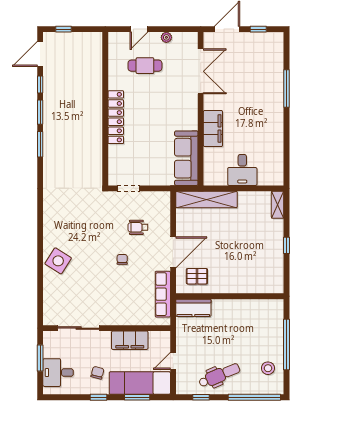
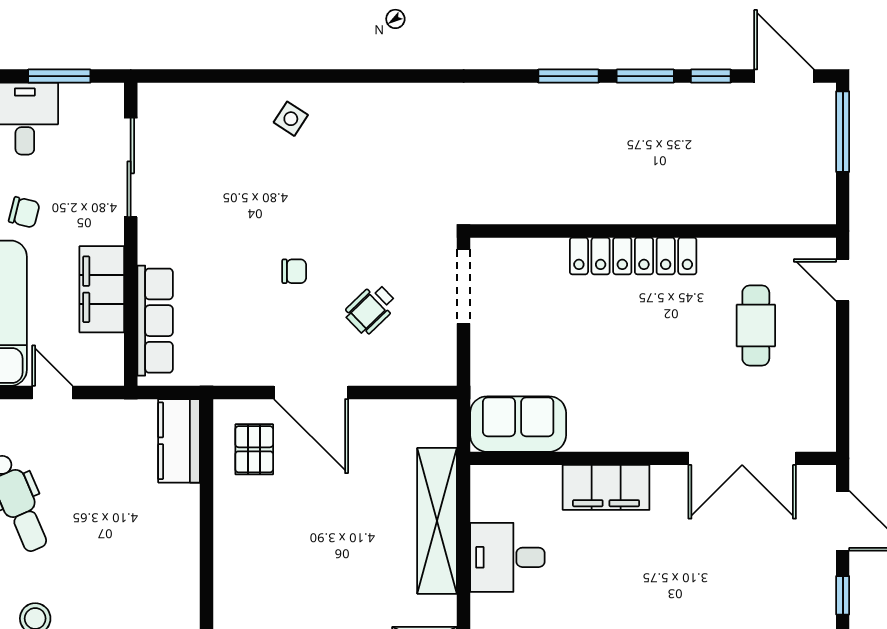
window: (64, 29) -> (843, 132), width x2.17
door: (139, 29) -> (843, 280), moved
plant: (166, 37) -> (823, 377), removed
sofa: (186, 158) -> (518, 424), width x0.73
doorway: (129, 188) -> (464, 287), width x1.38
shelving: (206, 199) -> (437, 521), moved
wheelchair: (138, 227) -> (371, 309), turned -134
side table: (58, 261) -> (291, 119), width x0.54, depth x0.54
row of seats: (163, 294) -> (155, 321), moved, turned 90

